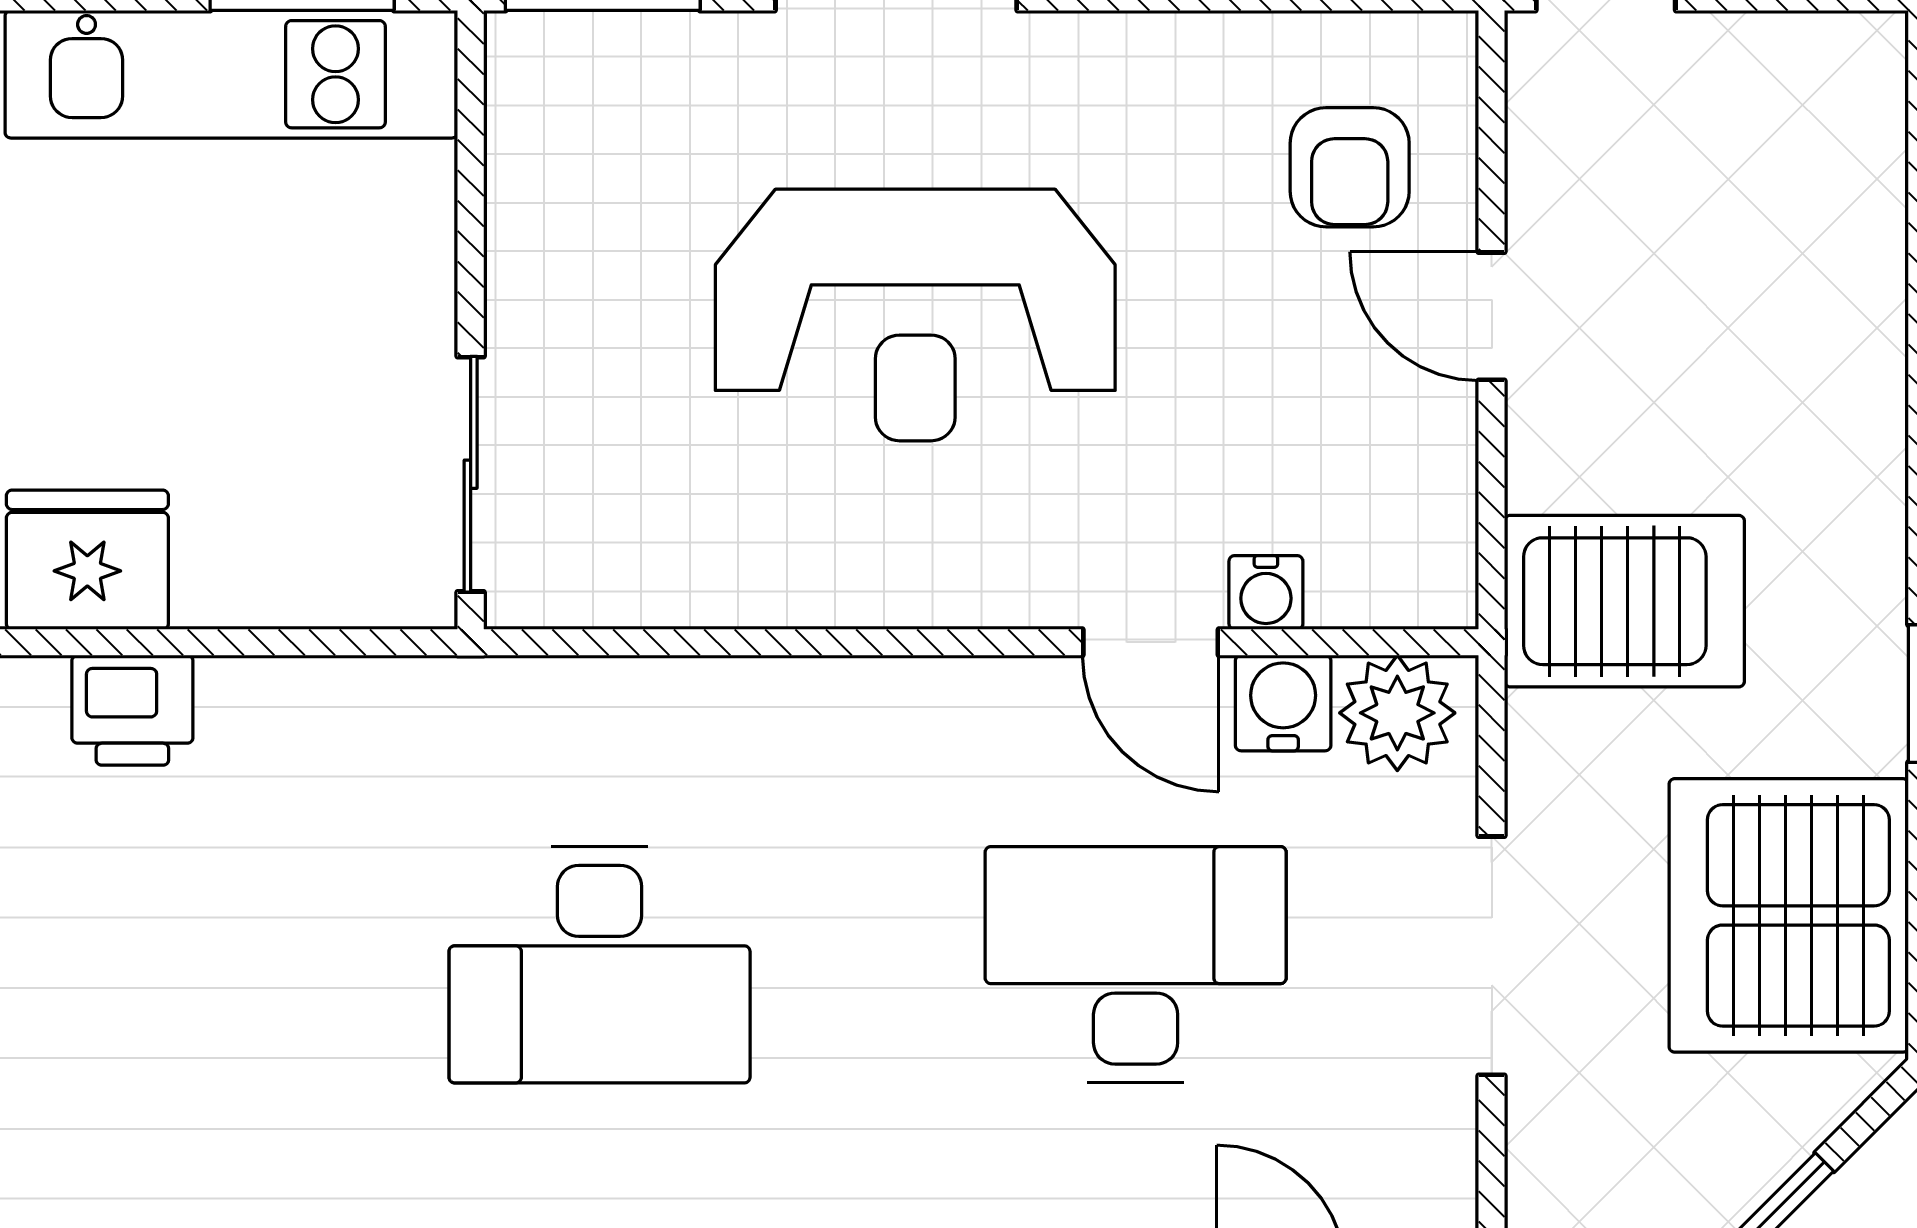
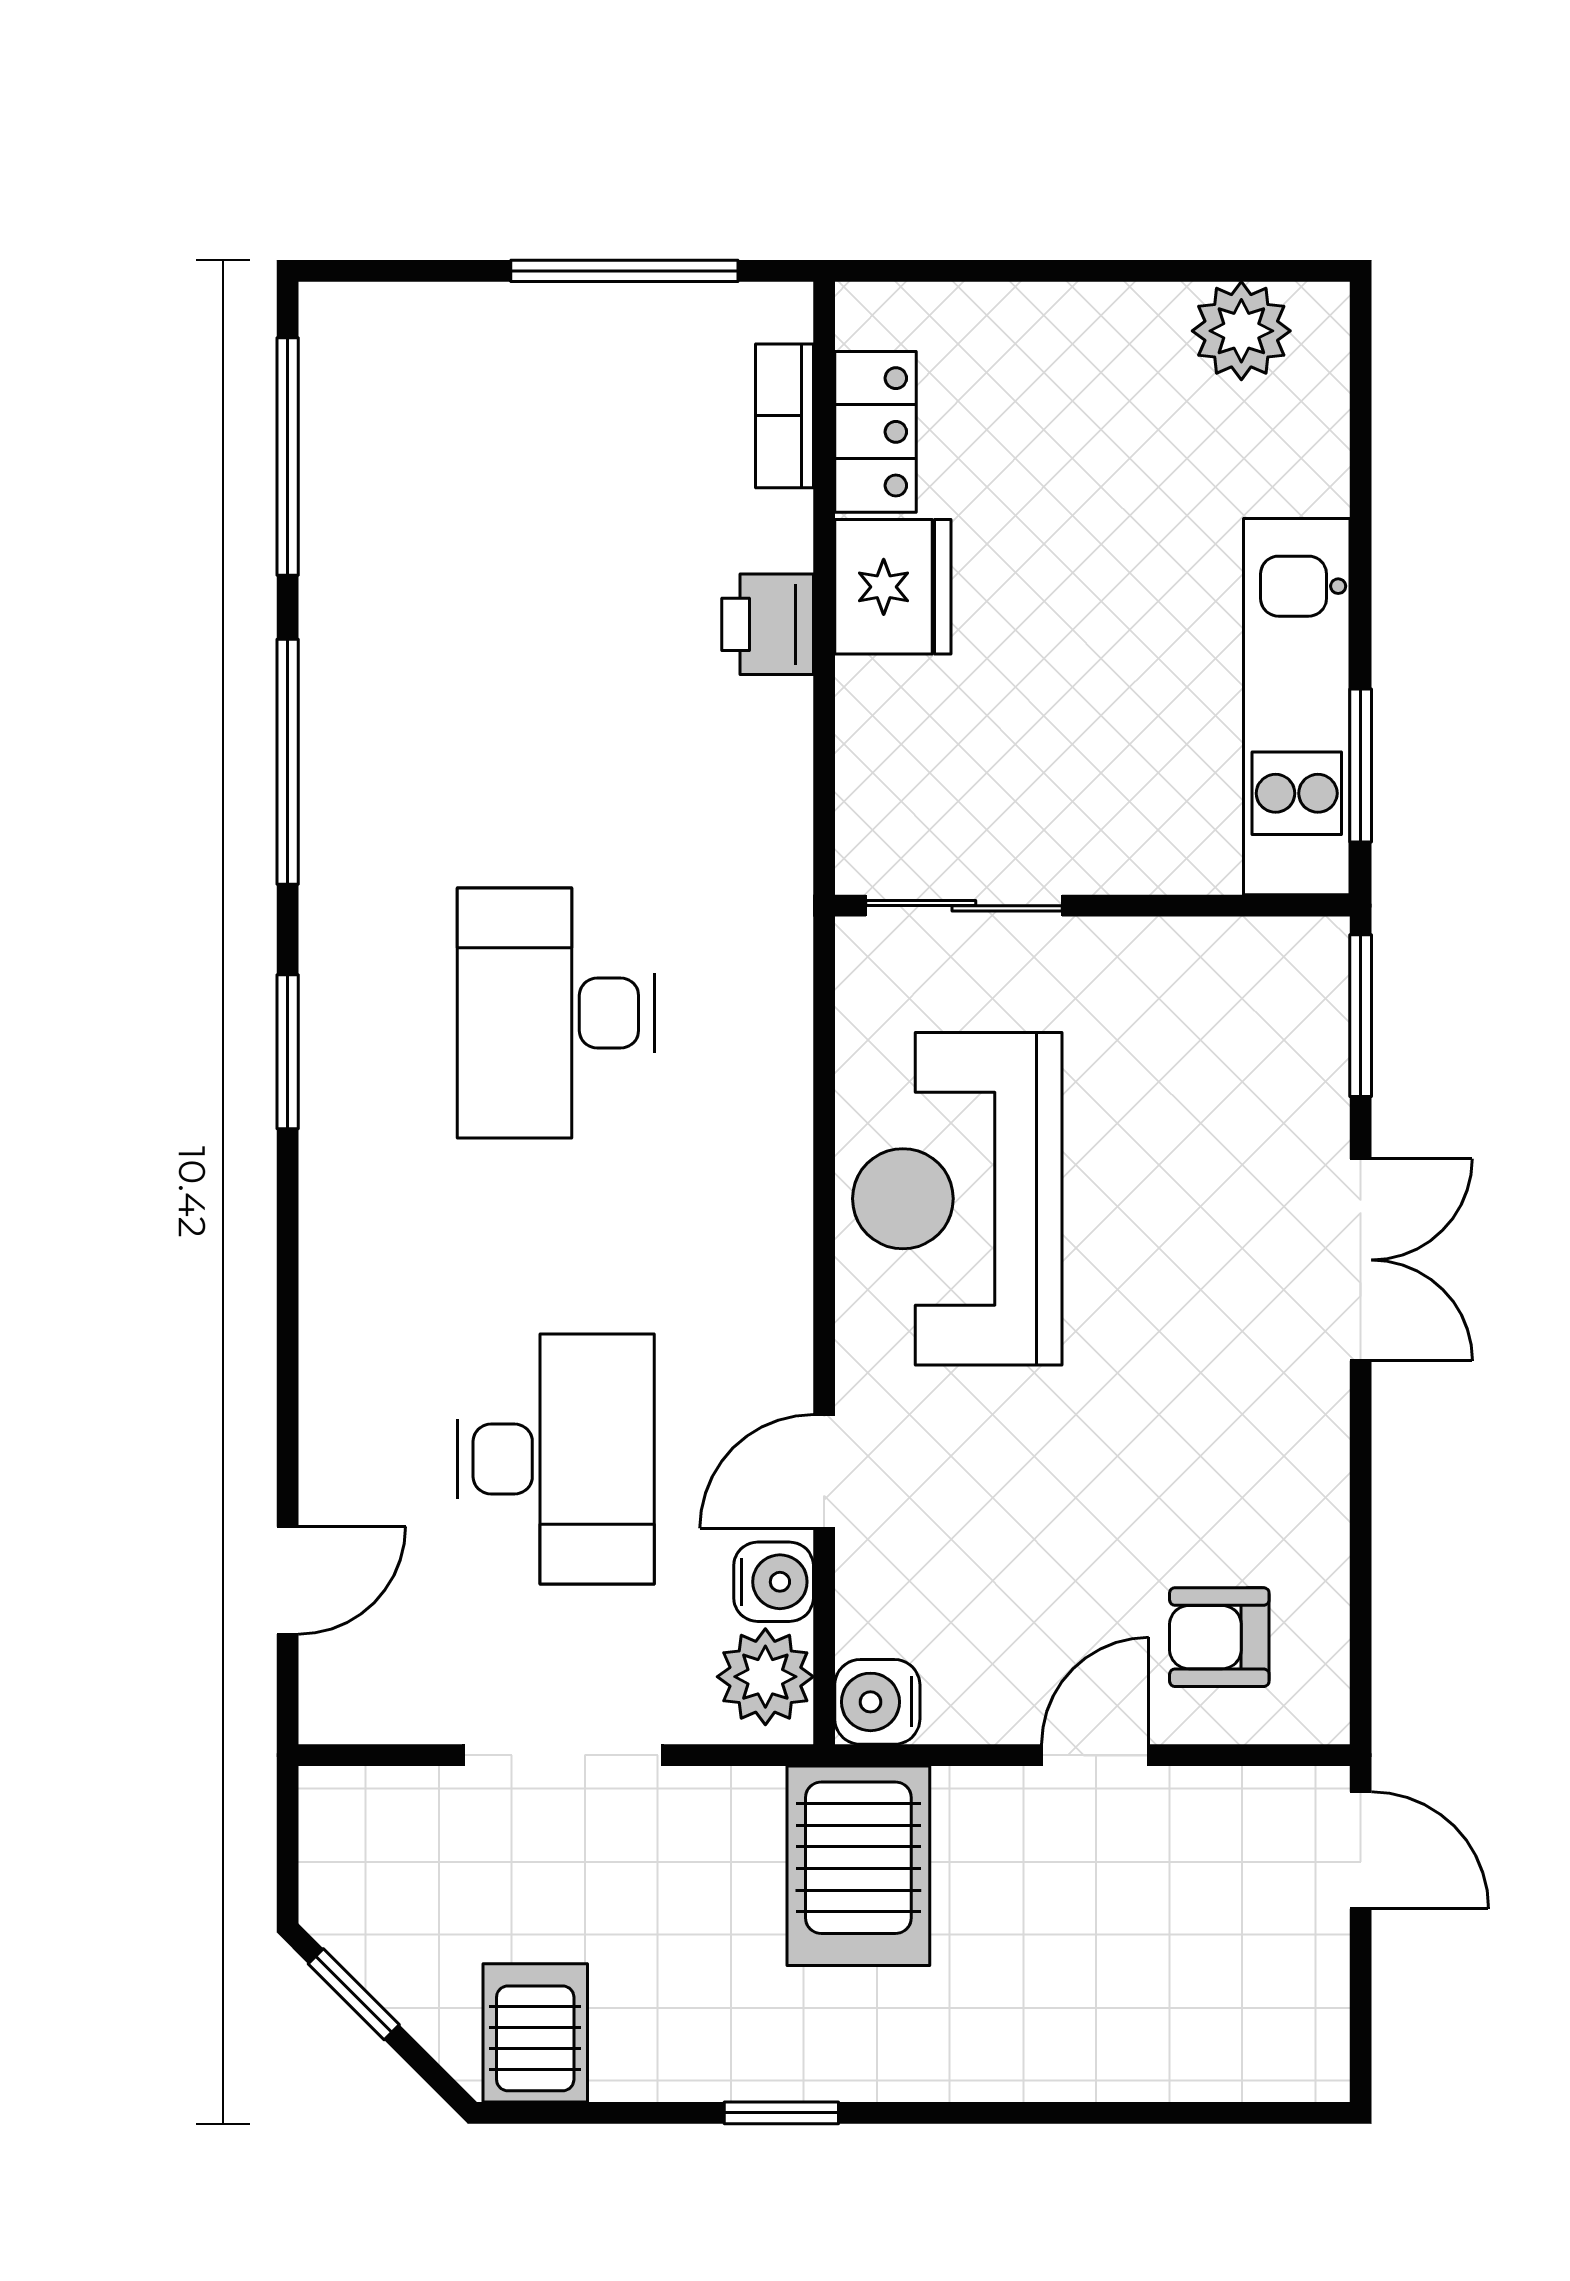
reception desk: (915, 315) -> (957, 1199), moved
water cooler: (1266, 592) -> (877, 1702), moved, width x1.38, depth x1.38
server rack: (1789, 915) -> (535, 2033), width x0.46, depth x0.70

